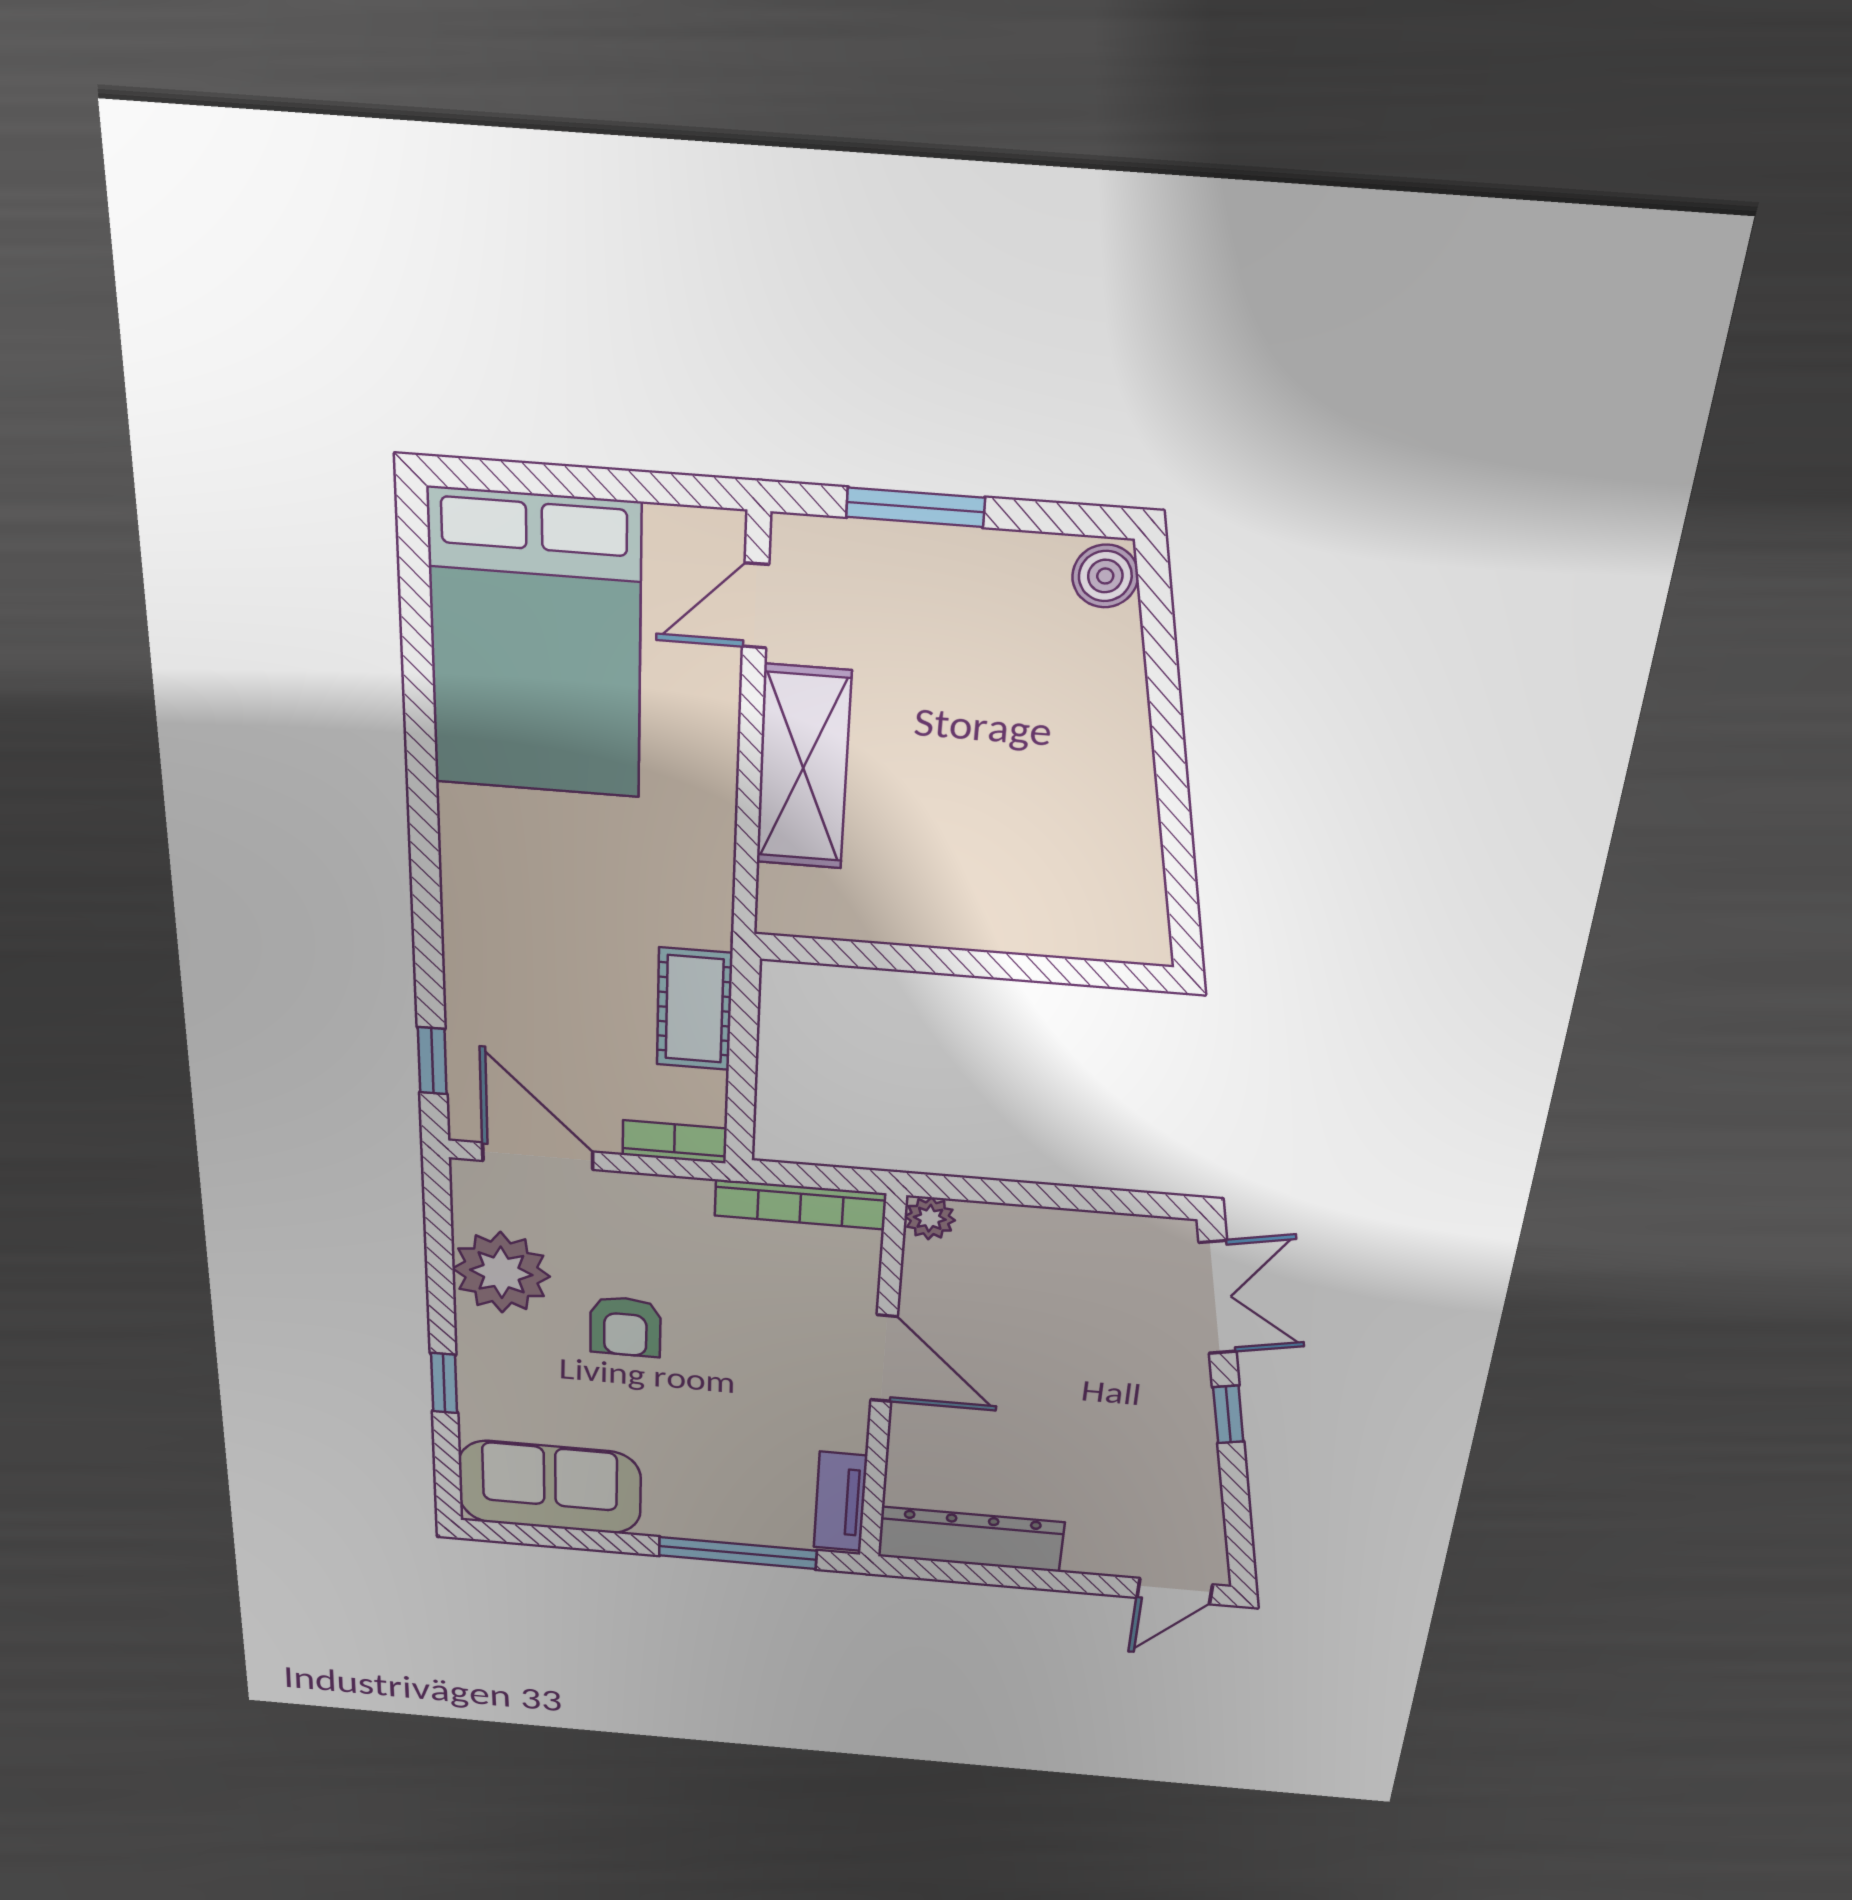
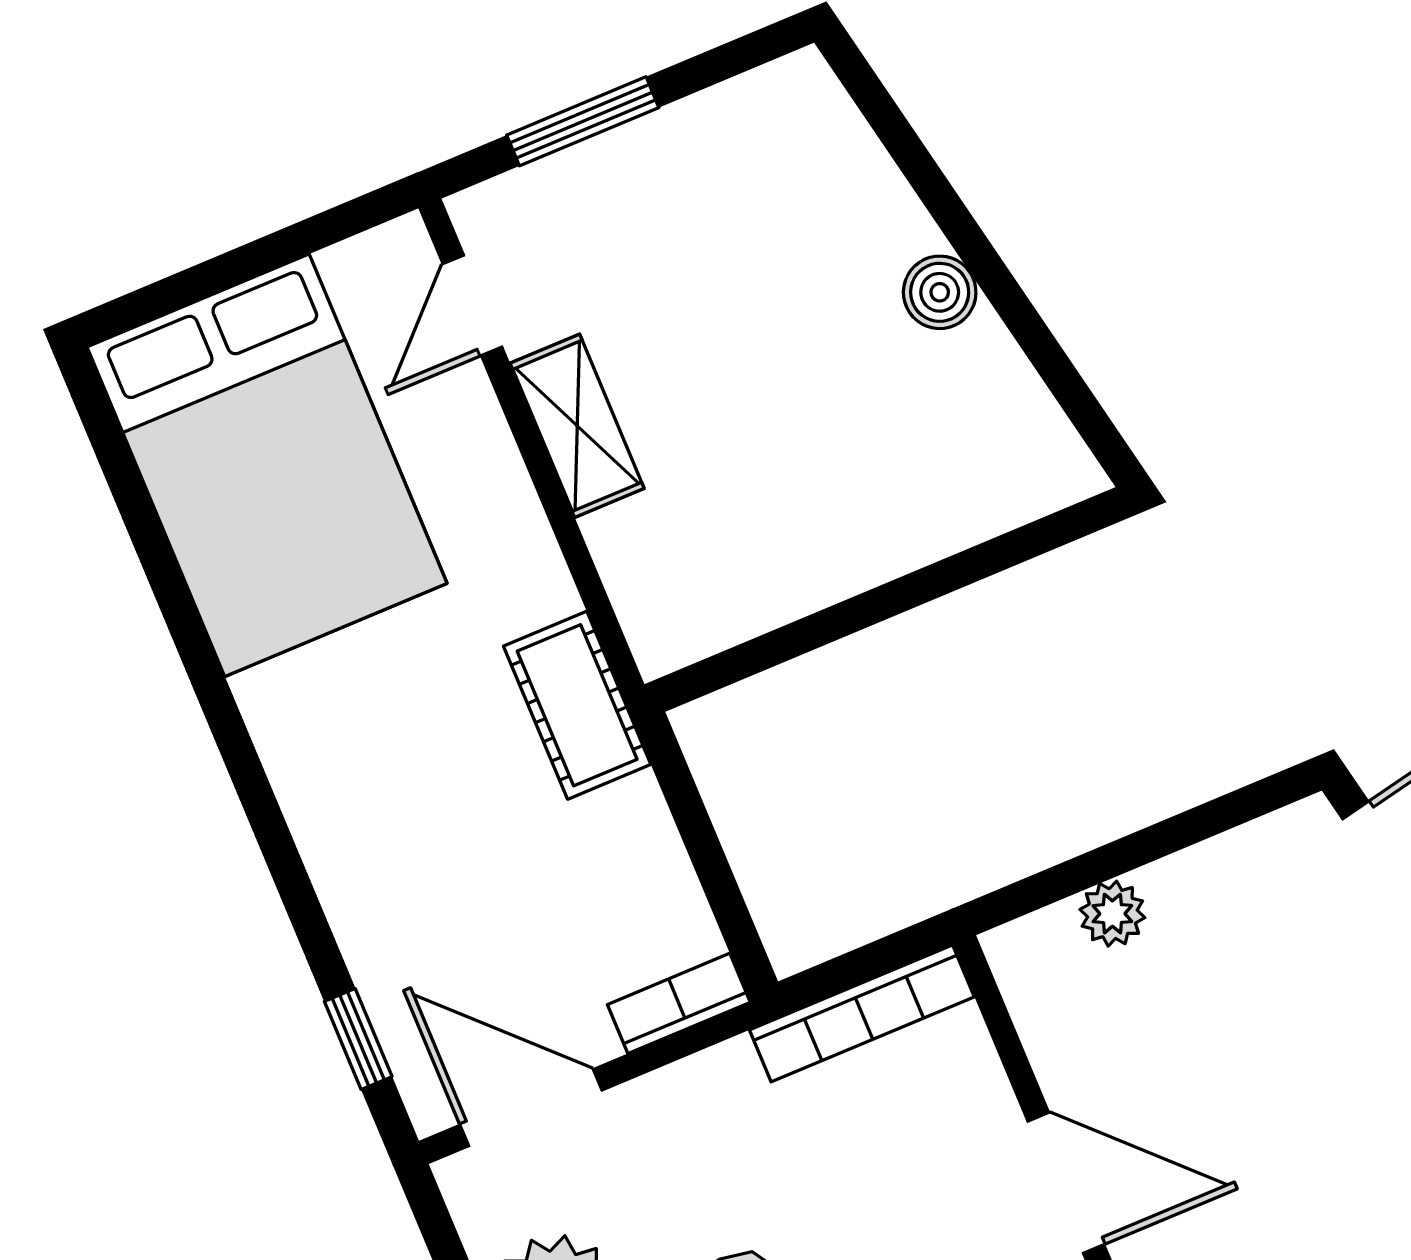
boiler: (1105, 576) -> (940, 292), moved
shelving: (803, 768) -> (577, 426), width x0.67, depth x0.75
cot: (694, 1009) -> (577, 705), moved
plant: (930, 1218) -> (1112, 914), moved

